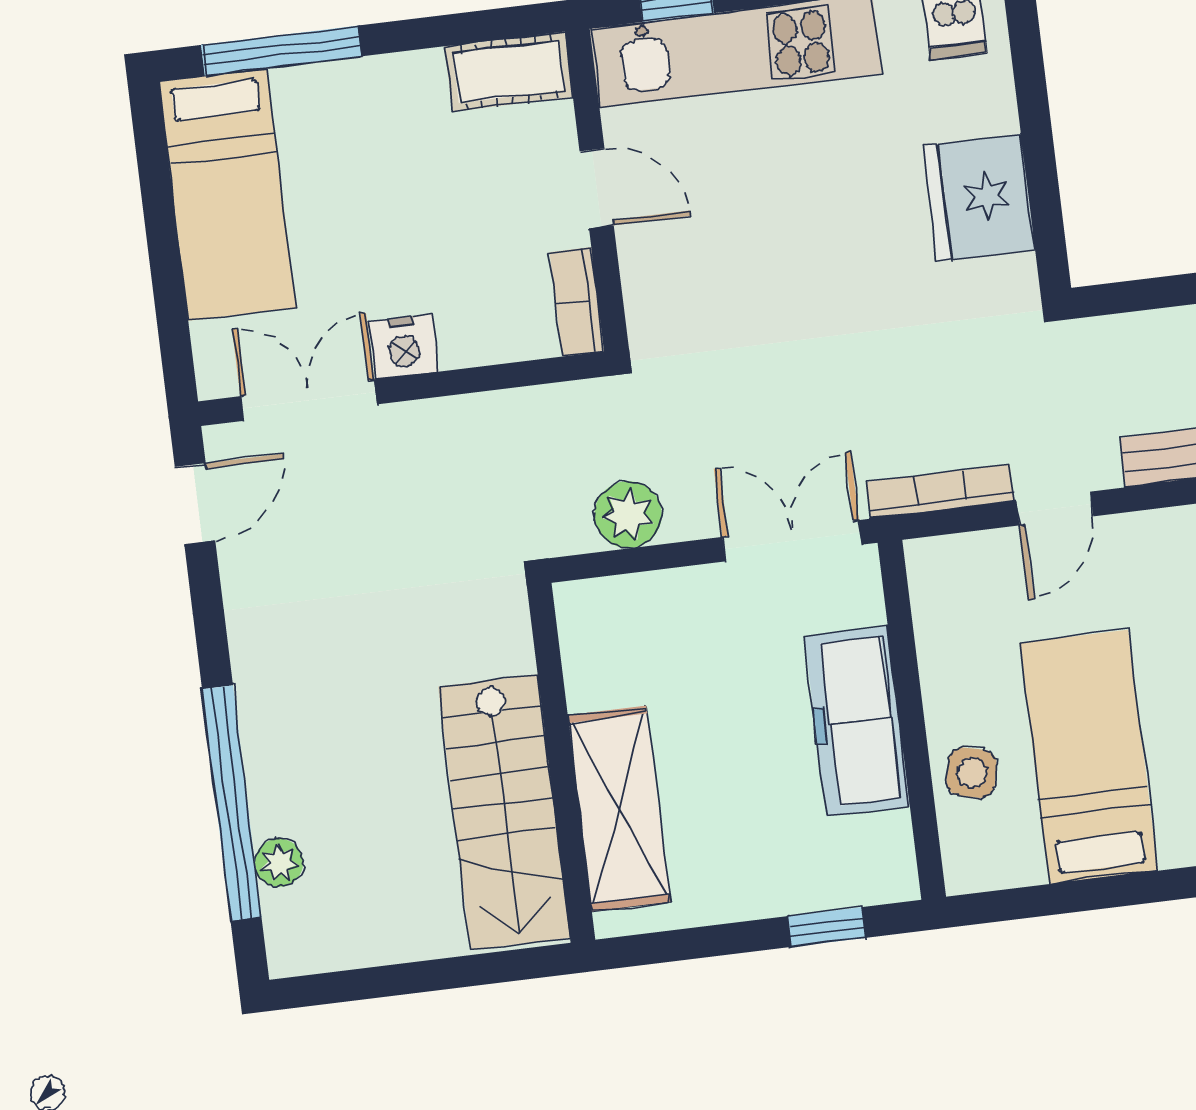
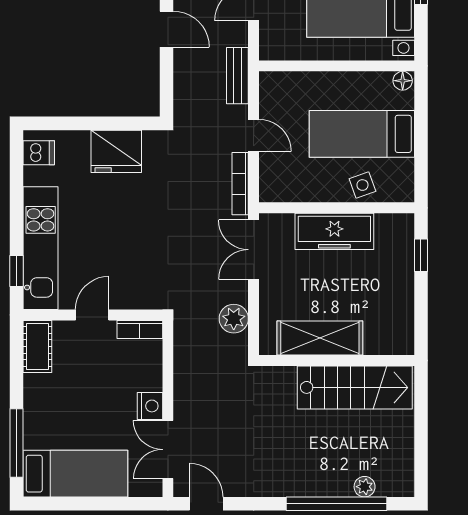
side table: (971, 773) -> (362, 185), turned -33
shelving: (619, 808) -> (320, 338), moved

